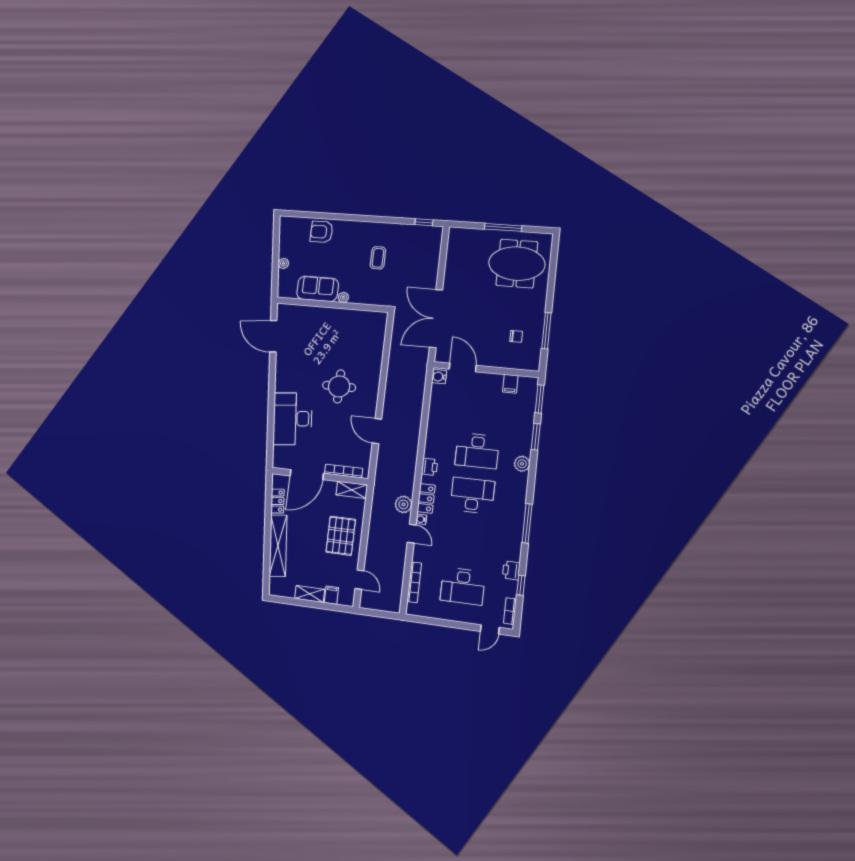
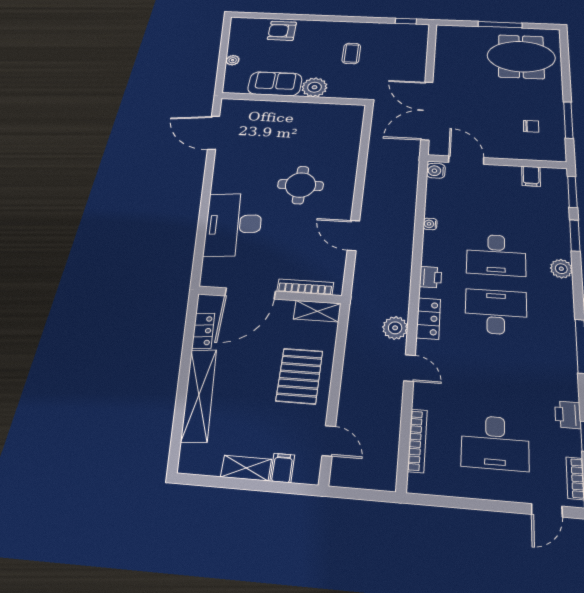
plant: (343, 297) -> (314, 87), width x1.87, depth x1.87
water cooler: (421, 519) -> (430, 224), moved

